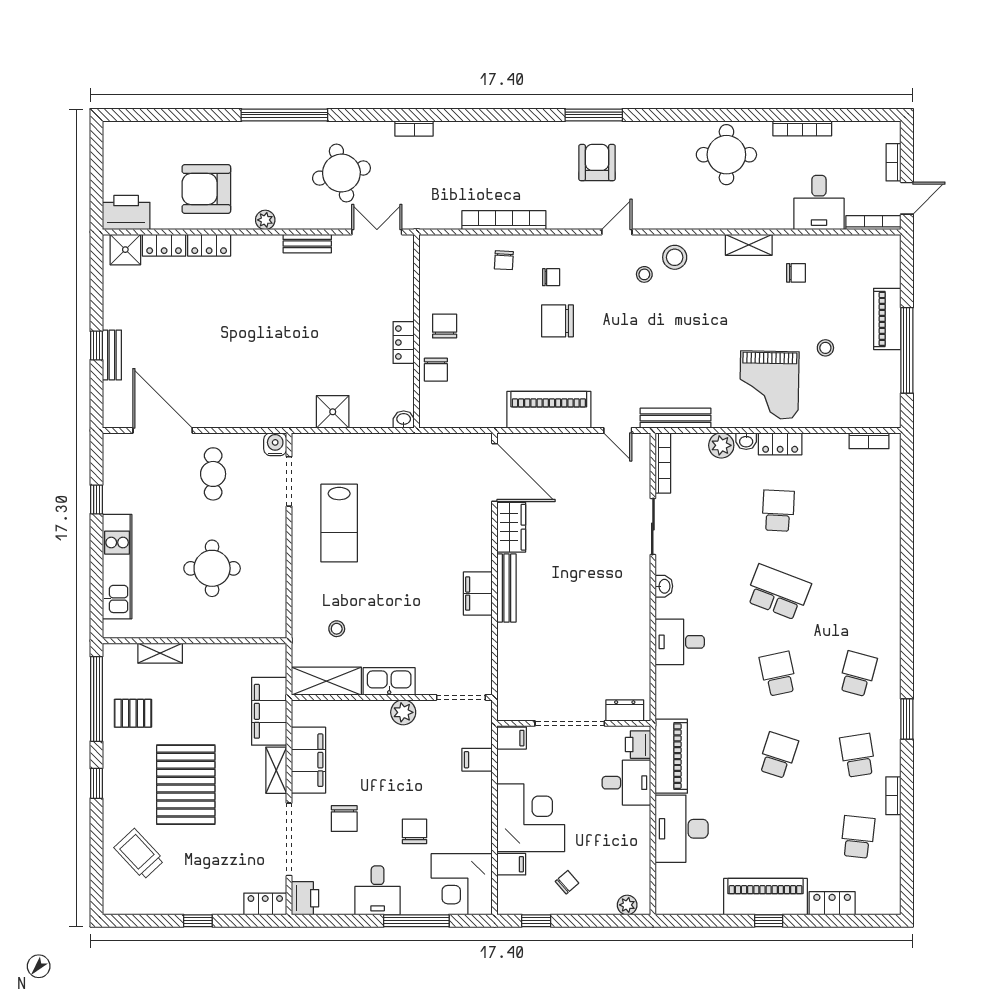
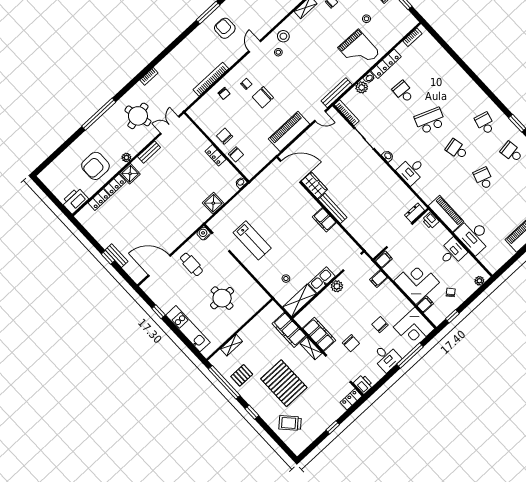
shower: (125, 250) -> (130, 174), moved
locker: (780, 444) -> (386, 64), width x1.53
desk: (626, 783) -> (452, 252), moved

